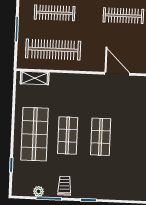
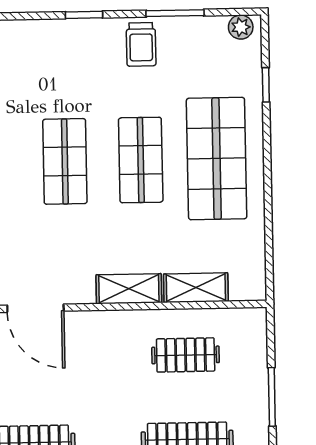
clothes rail: (53, 50) -> (186, 355), width x0.54, depth x0.76
shelving: (35, 78) -> (196, 288), moved
shelving: (76, 80) -> (129, 289), added
plant: (39, 191) -> (241, 27), moved

